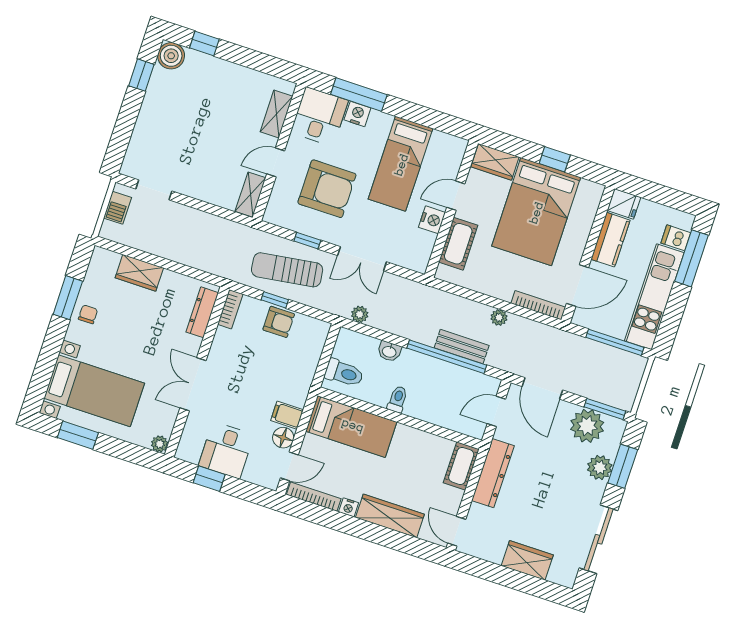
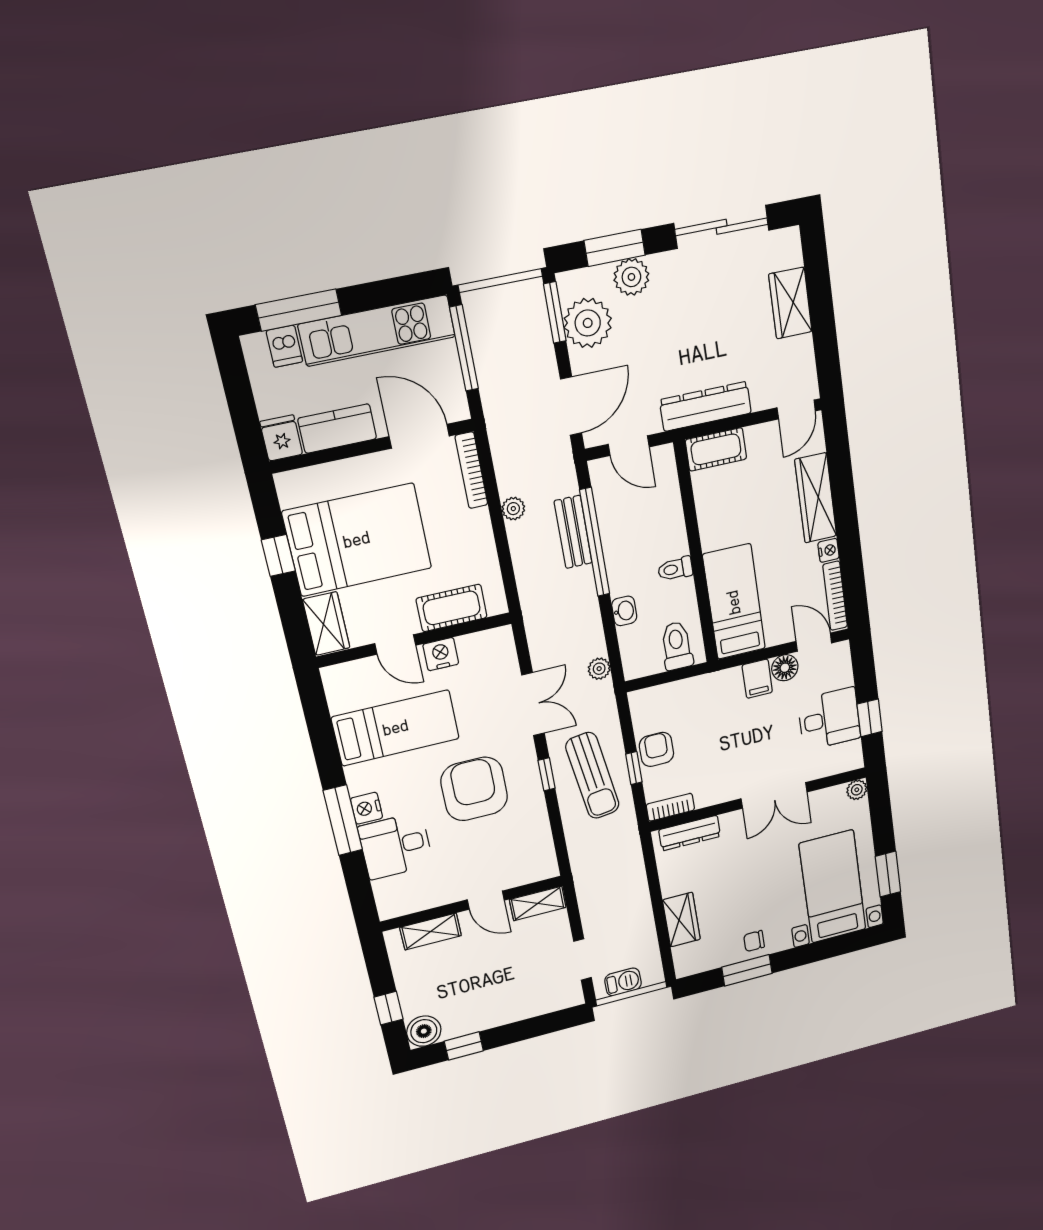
shelving: (276, 114) -> (431, 932), moved
wall: (279, 152) -> (472, 904), moved
door: (276, 162) -> (486, 900), moved
shelving: (250, 195) -> (538, 903), moved

